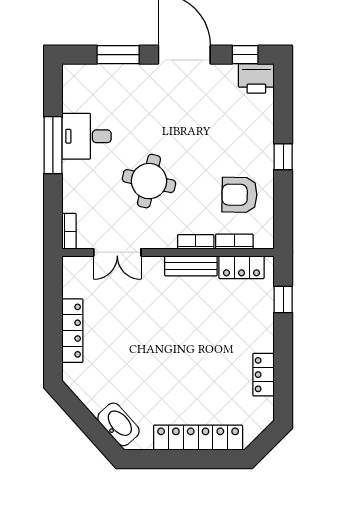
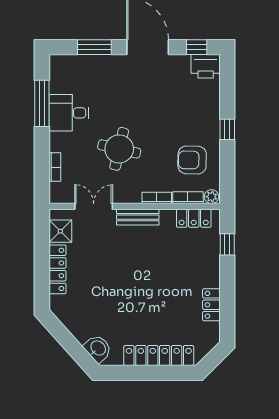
window: (53, 145) -> (42, 103), moved
bookcase: (69, 231) -> (55, 167), moved
plant: (264, 240) -> (212, 197), added
double door: (117, 252) -> (94, 206), swing flipped
bench: (191, 266) -> (138, 217), moved
shower: (76, 283) -> (60, 231), added
washbasin: (118, 424) -> (98, 348), width x0.72

